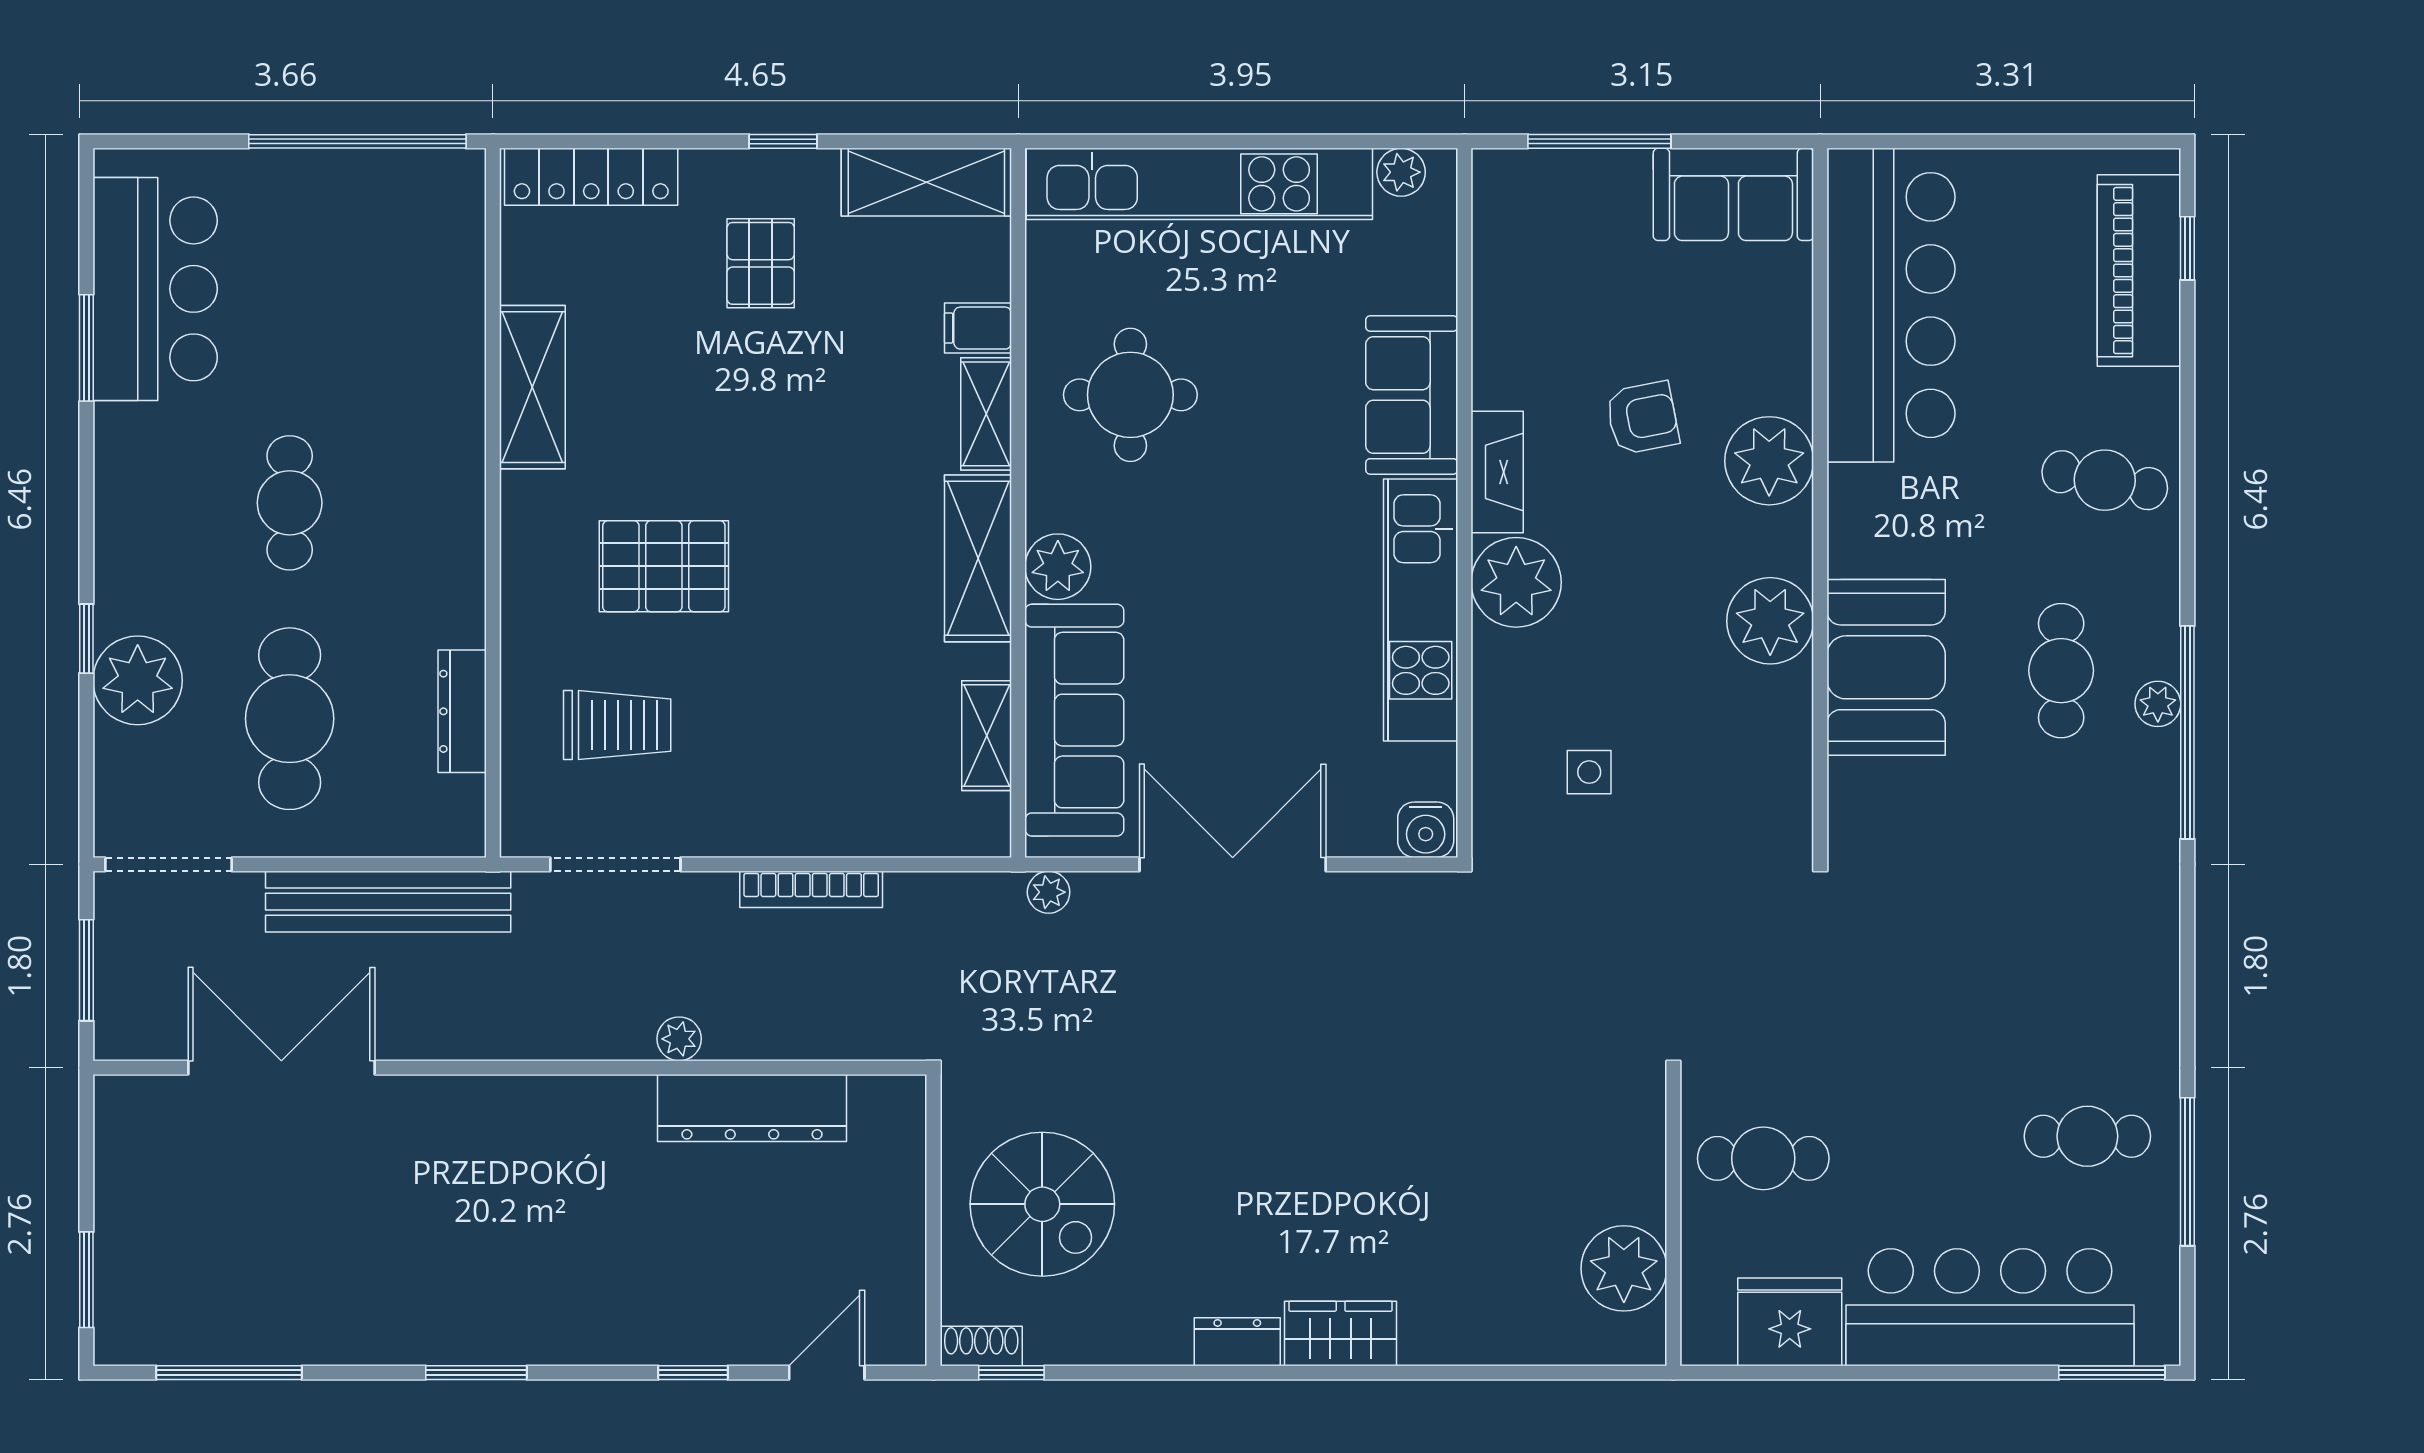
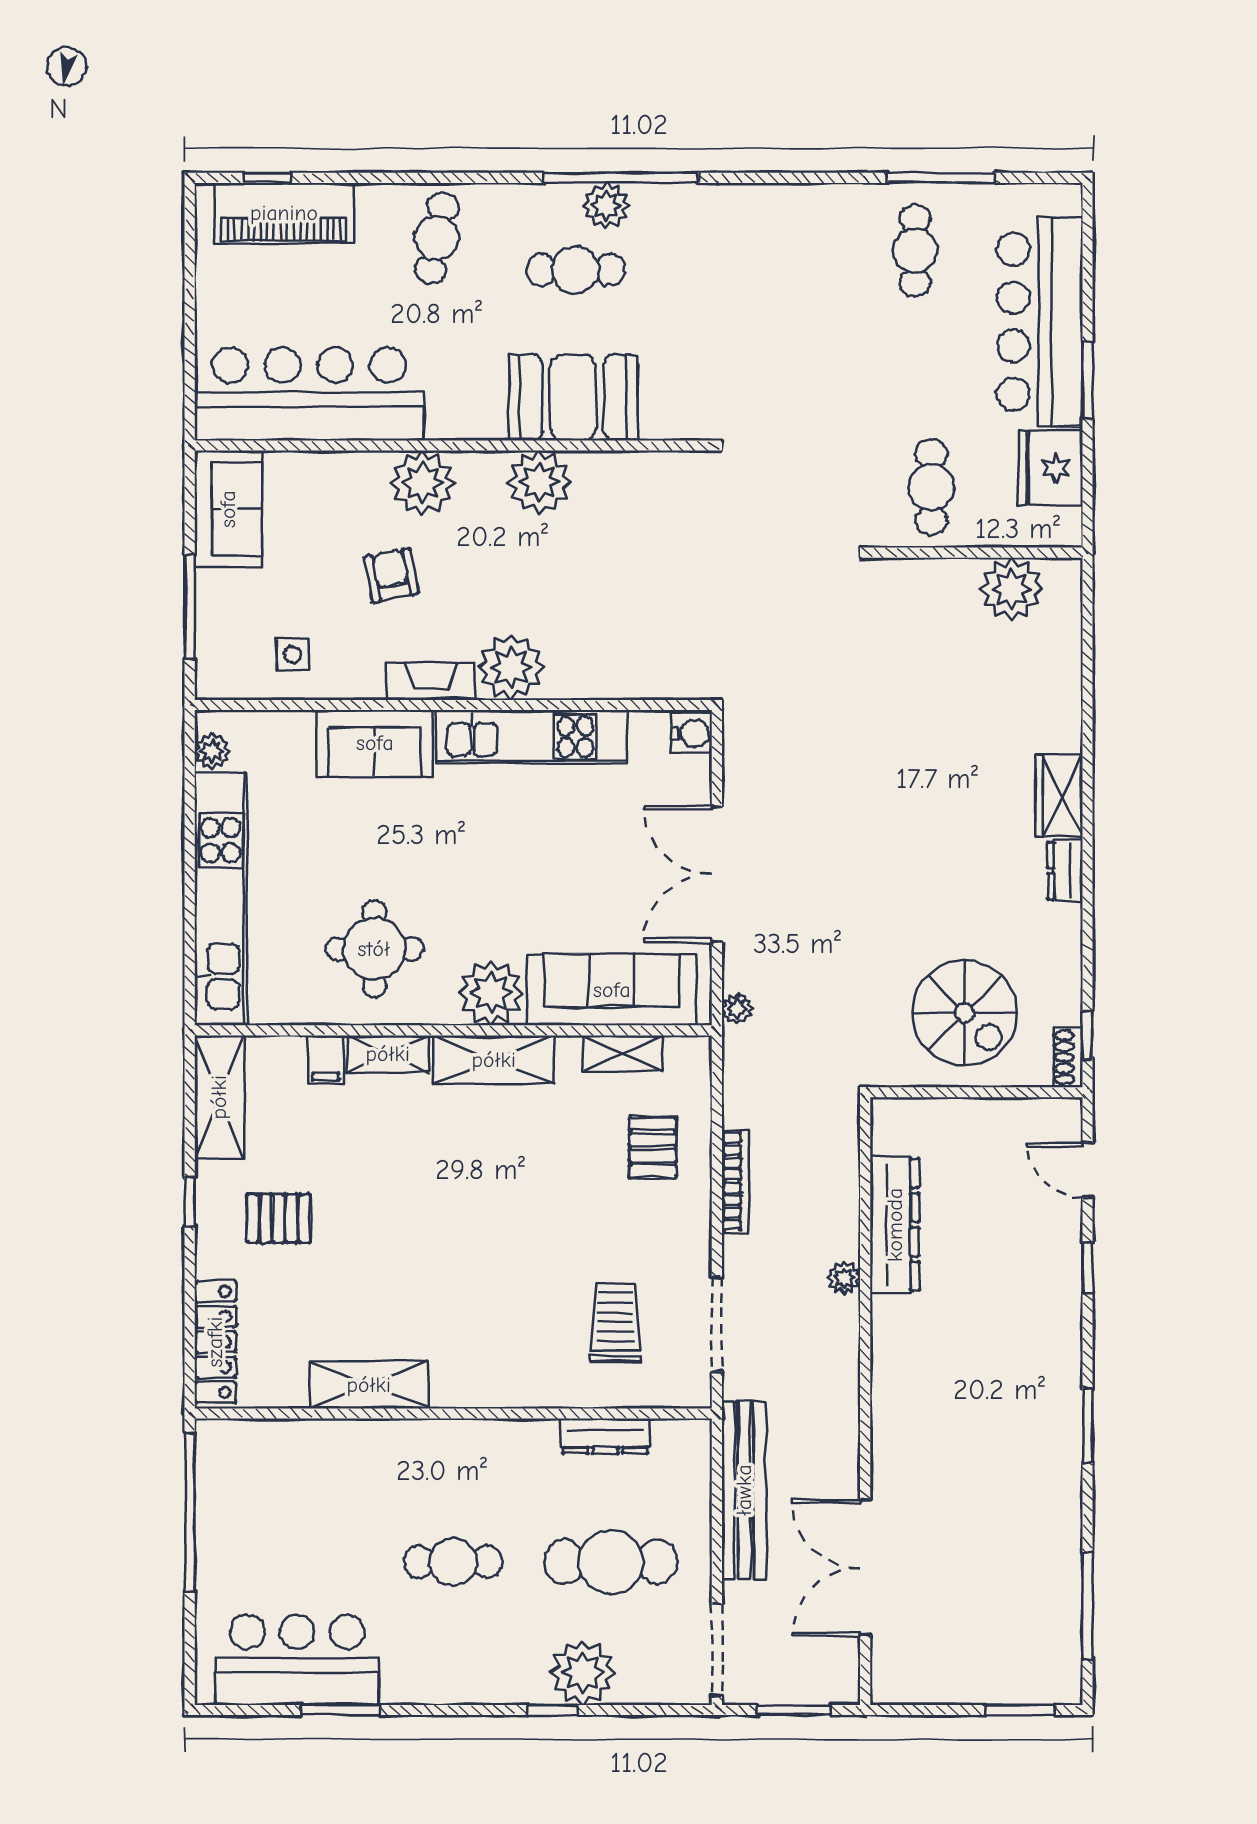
pallet: (664, 566) -> (653, 1148), moved, width x0.67, depth x0.71
plant: (1058, 567) -> (491, 993), width x1.36, depth x1.36
plant: (2158, 704) -> (606, 206), width x1.38, depth x1.38
side table: (1589, 772) -> (293, 655), moved
spiral stairs: (1042, 1204) -> (965, 1013), turned 90
window: (2112, 1373) -> (1088, 380), moved

